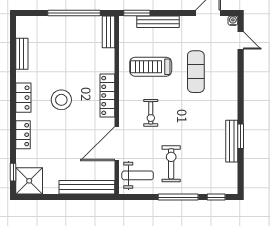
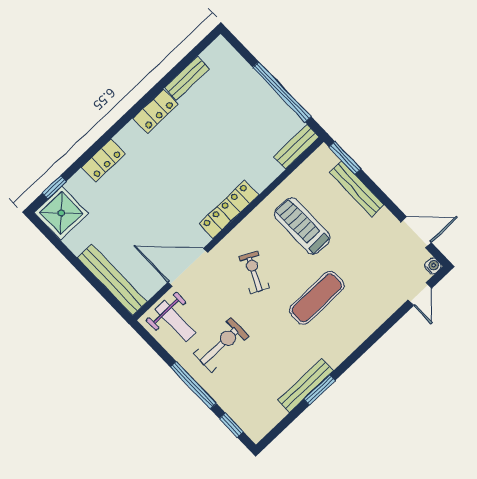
exercise mat: (196, 72) -> (317, 298), moved
locker: (23, 98) -> (155, 111), moved
stool: (61, 100) -> (178, 166), removed
exercise bike: (151, 113) -> (254, 272), turned 116

